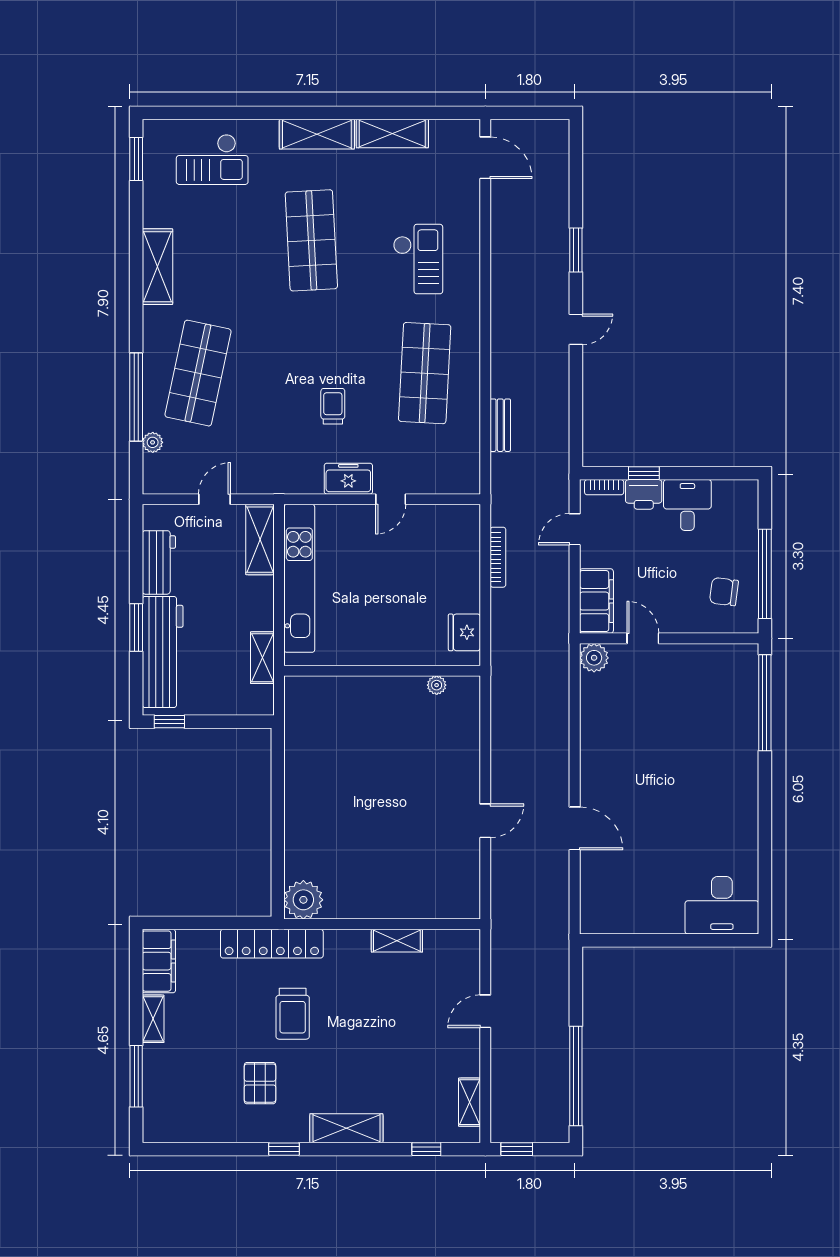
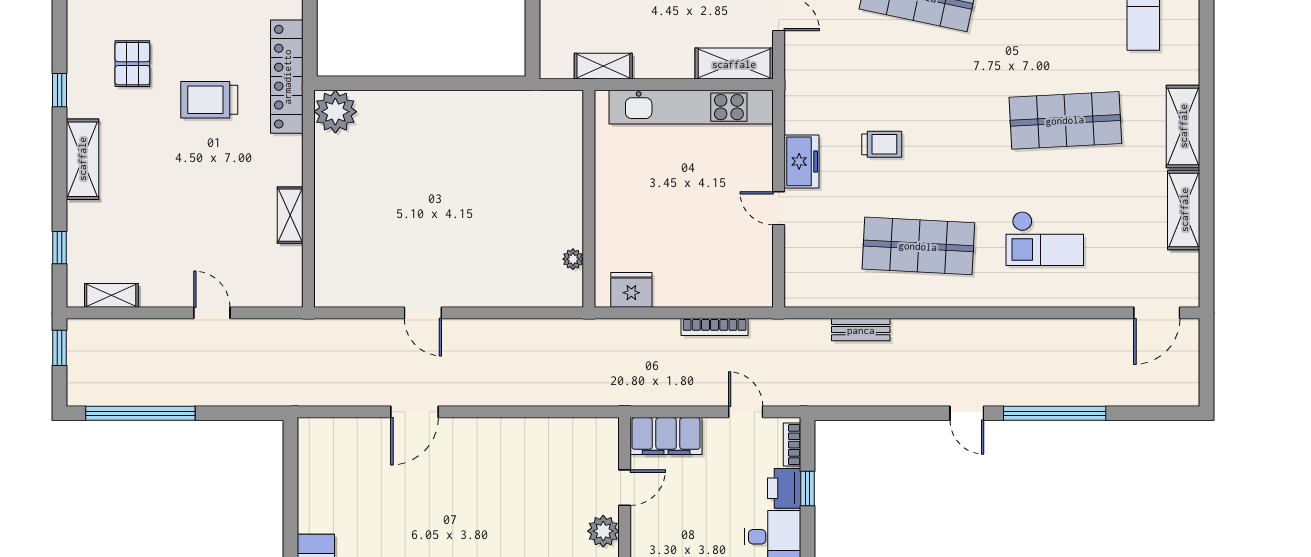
window: (576, 250) -> (1055, 413), width x2.11
plant: (594, 658) -> (603, 531), moved
pallet: (260, 1083) -> (132, 64), turned 90

